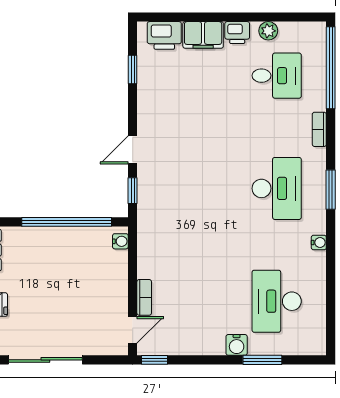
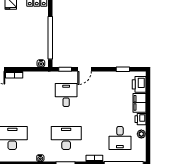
door: (133, 150) -> (85, 69), swing flipped
desk: (187, 188) -> (66, 95), added
desk: (277, 188) -> (66, 138), turned 180

